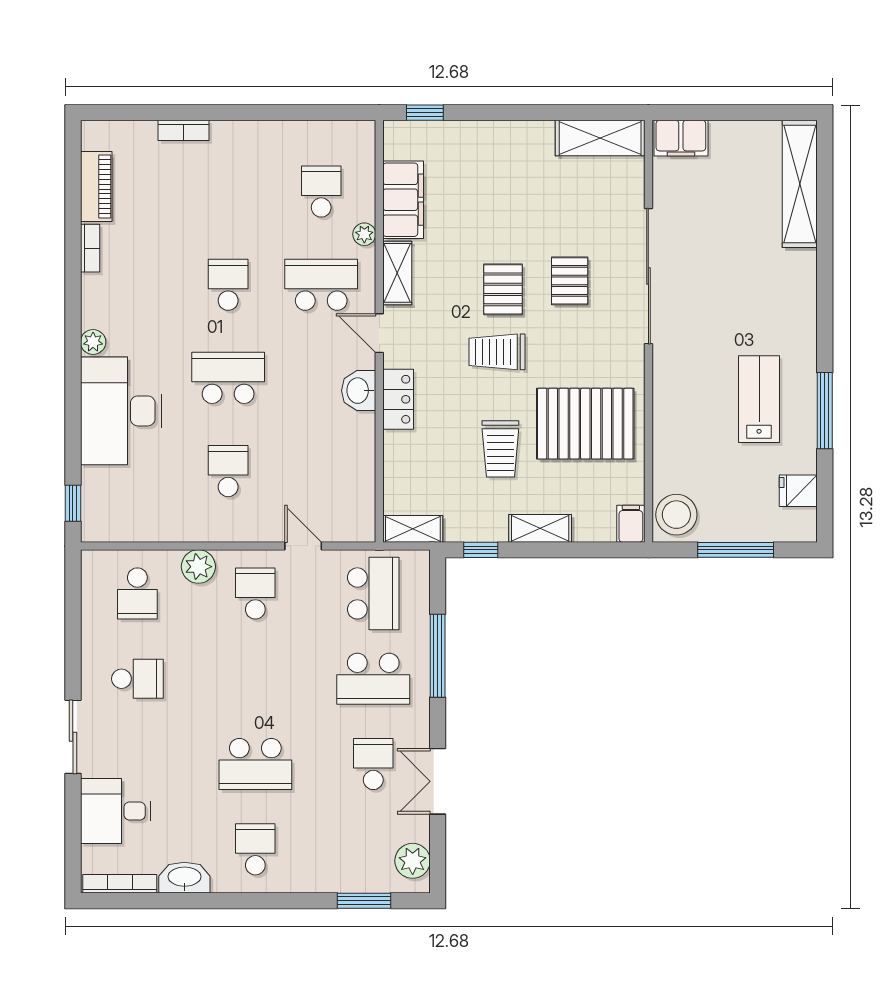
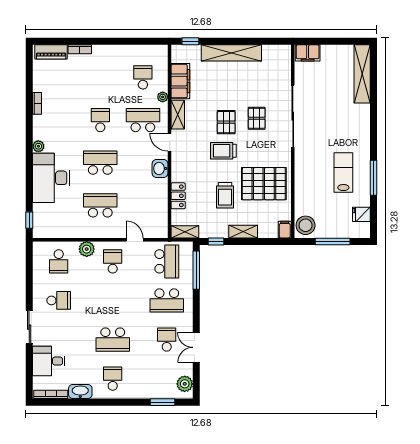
shelving: (600, 138) -> (231, 53), moved, width x1.47
piano: (96, 187) -> (51, 52), moved, turned 90
locker: (398, 399) -> (178, 196), moved
school desk: (228, 471) -> (100, 205), width x1.85
window: (438, 656) -> (196, 270), moved

